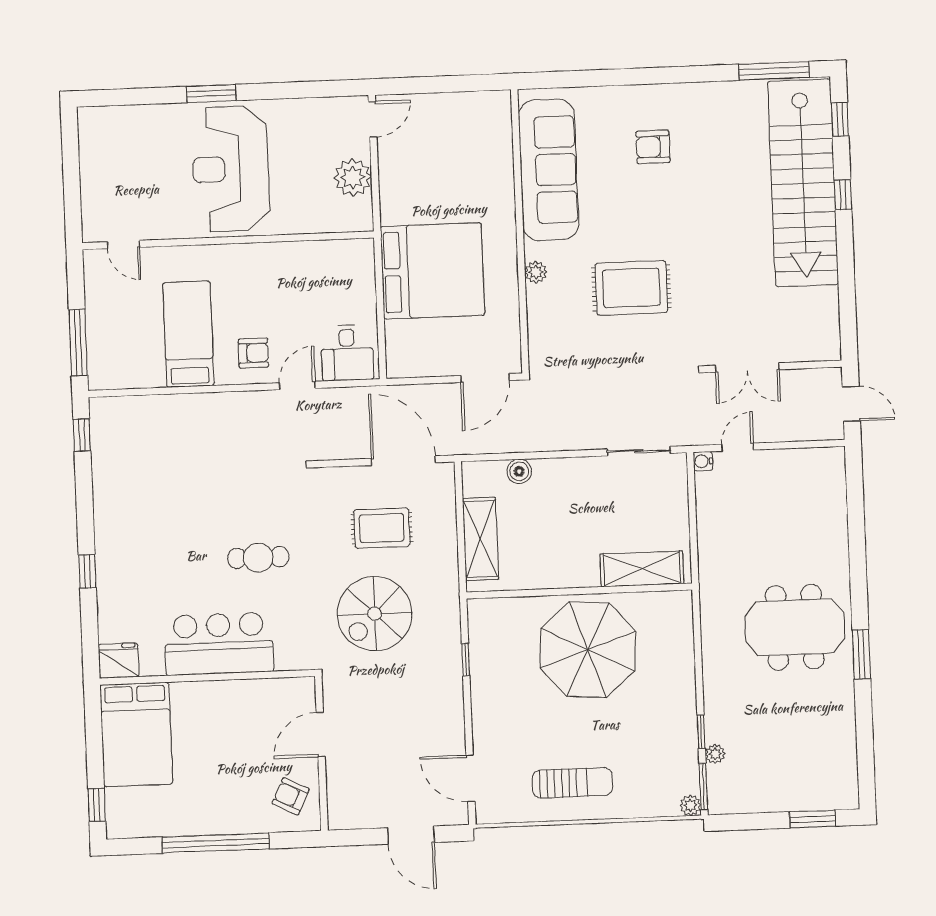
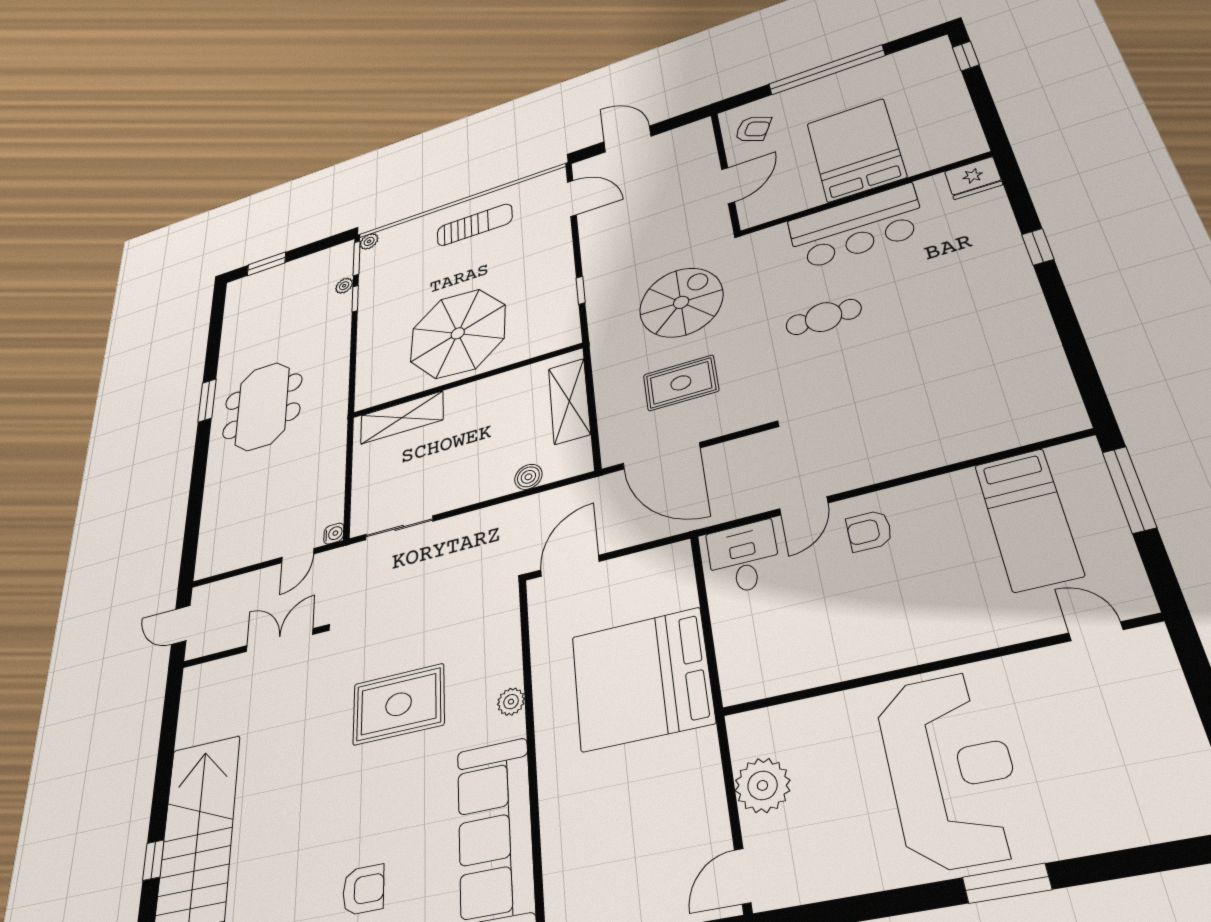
bed: (188, 334) -> (1028, 519), moved
window: (82, 435) -> (1089, 383), removed
meeting table: (795, 627) -> (262, 406), turned 90
bed: (136, 734) -> (856, 150), moved
sun lounger: (572, 783) -> (475, 225), turned 180

